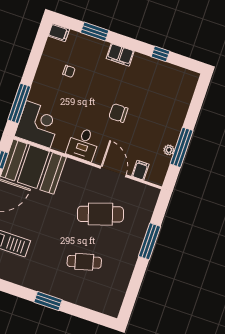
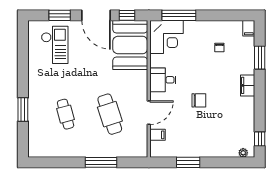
window: (160, 54) -> (260, 139), moved
chair: (118, 113) -> (199, 100), turned 90
window: (181, 147) -> (188, 162), width x0.69
plant: (169, 150) -> (243, 153), moved
window: (48, 301) -> (23, 109), moved

